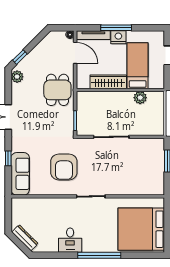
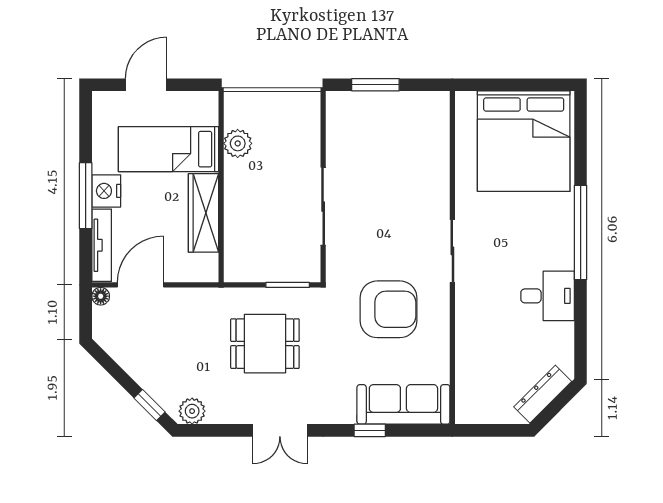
dining table: (57, 90) -> (265, 344), moved

